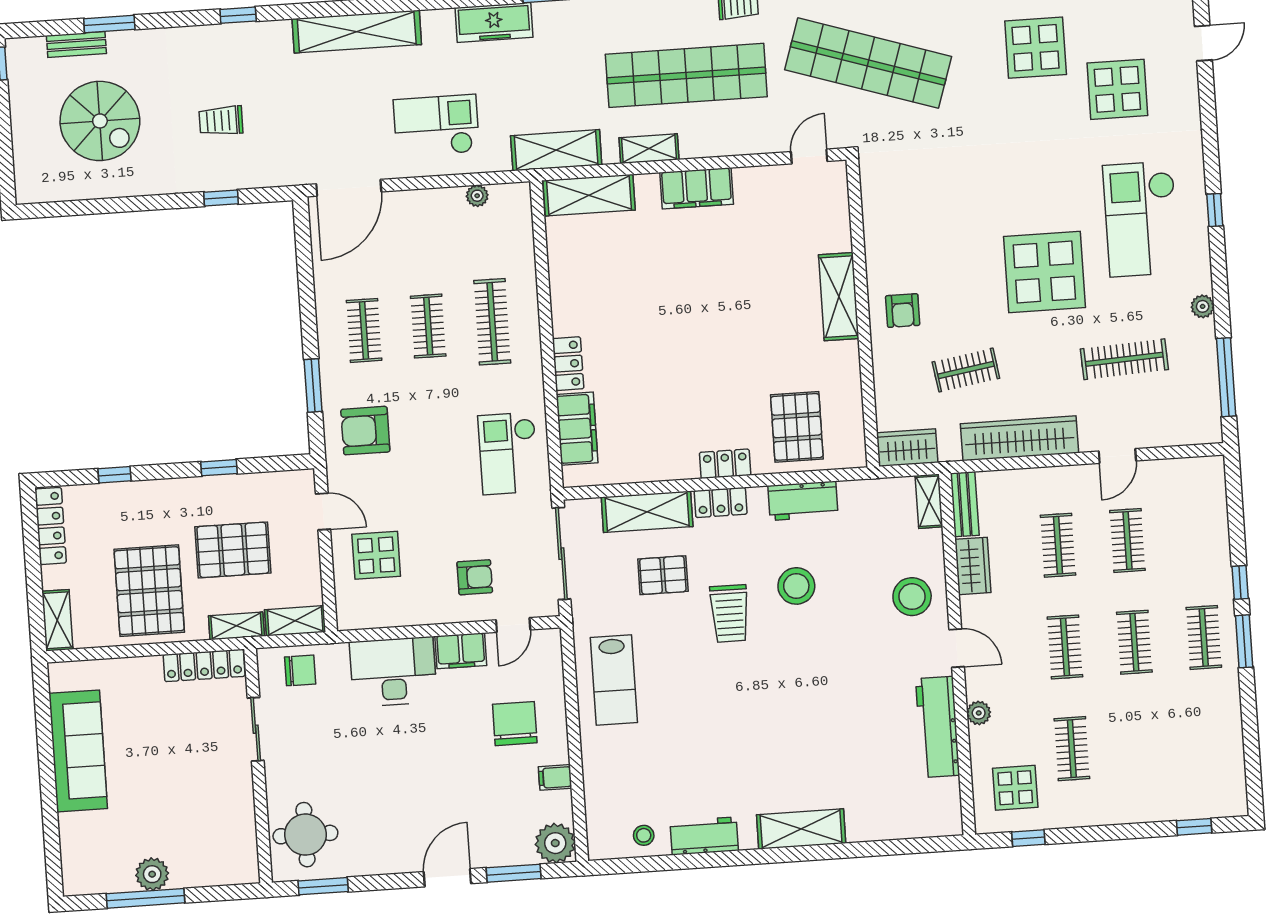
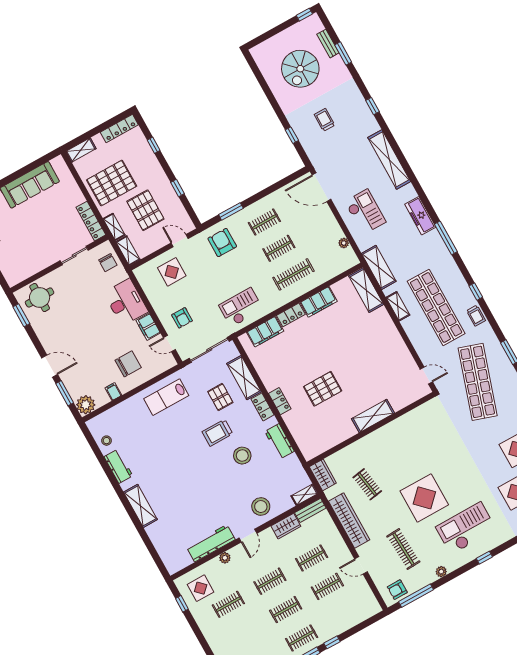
filing cabinet: (697, 188) -> (319, 302), moved, turned -90
armchair: (903, 311) -> (397, 590), moved
pallet: (797, 427) -> (323, 389), moved
door: (323, 512) -> (180, 241), swing flipped

